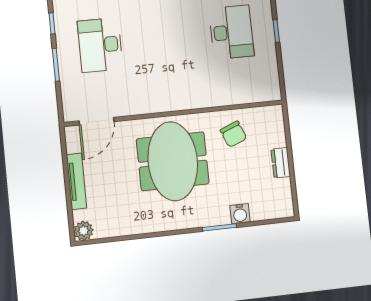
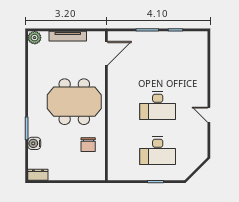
desk: (100, 45) -> (158, 106), moved, turned 180
door: (97, 121) -> (106, 53), swing flipped
chair: (233, 134) -> (88, 145), turned -68
dresser: (281, 163) -> (38, 175), moved

